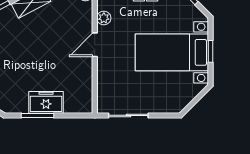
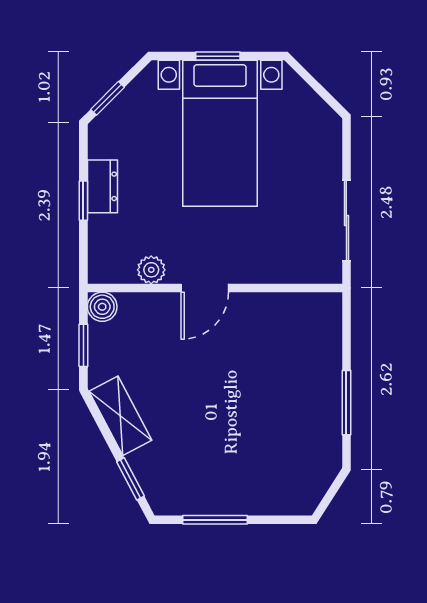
door: (95, 45) -> (205, 288), hinge flipped
freezer: (46, 102) -> (320, 386), removed

